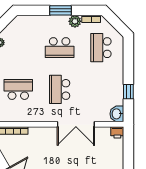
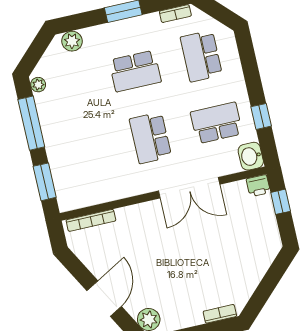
plant: (75, 21) -> (72, 41), moved
school desk: (18, 89) -> (216, 123), moved
window: (128, 145) -> (281, 202), added

